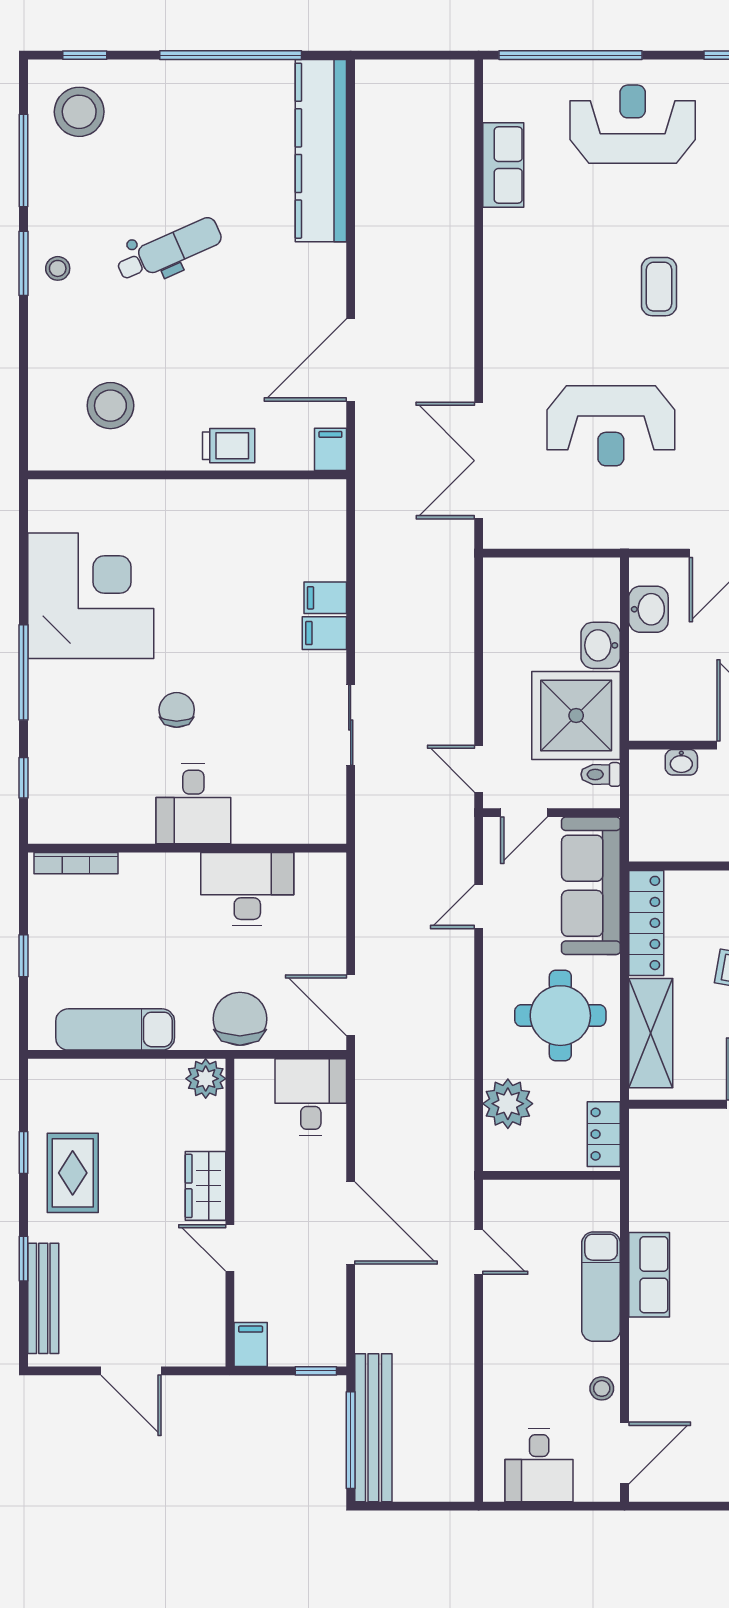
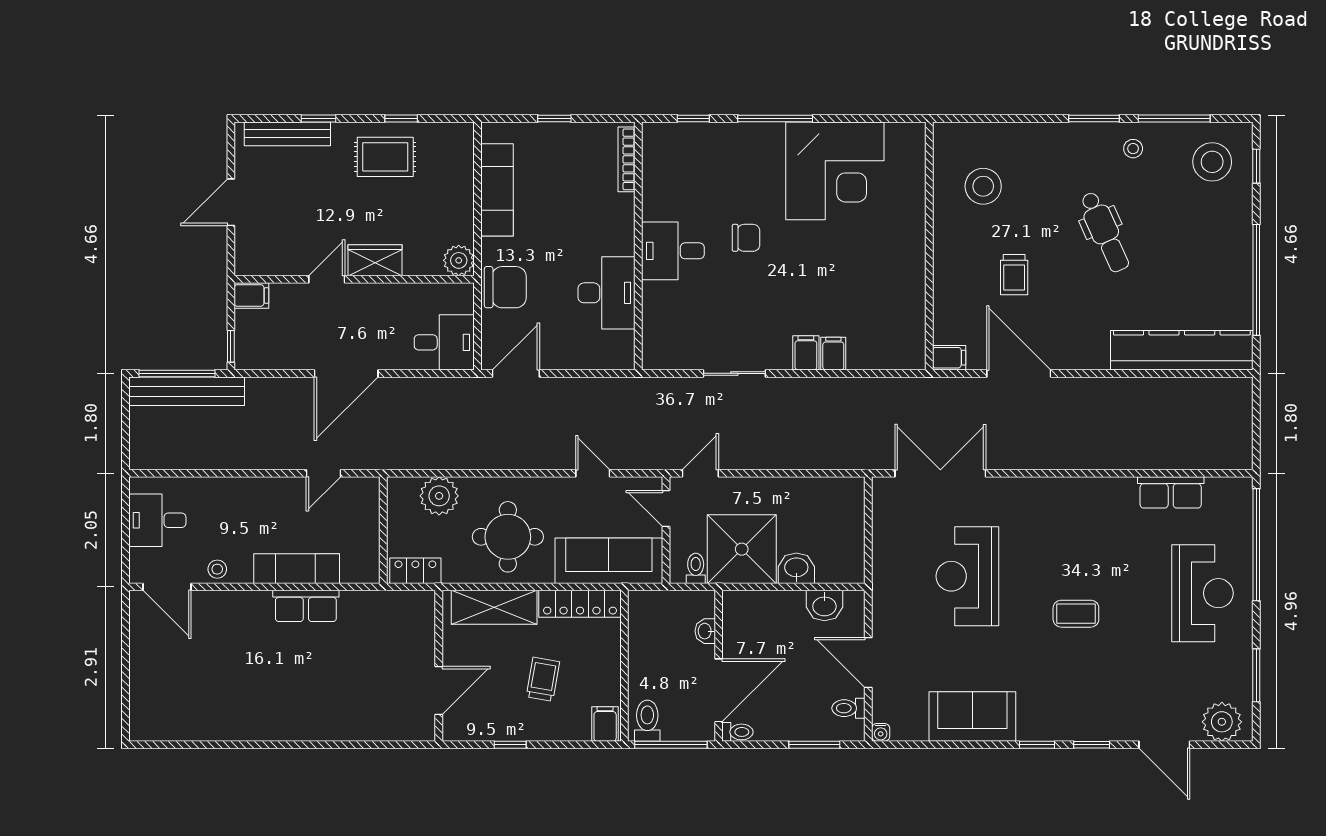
stool: (58, 268) -> (1133, 149), moved
trolley: (229, 446) -> (1014, 275), moved

